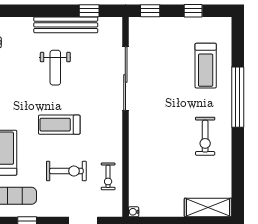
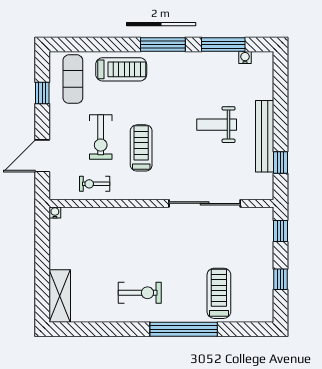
treadmill: (206, 66) -> (219, 293), turned 90
treadmill: (59, 125) -> (141, 148), moved
exercise bike: (205, 136) -> (140, 293), turned 180

